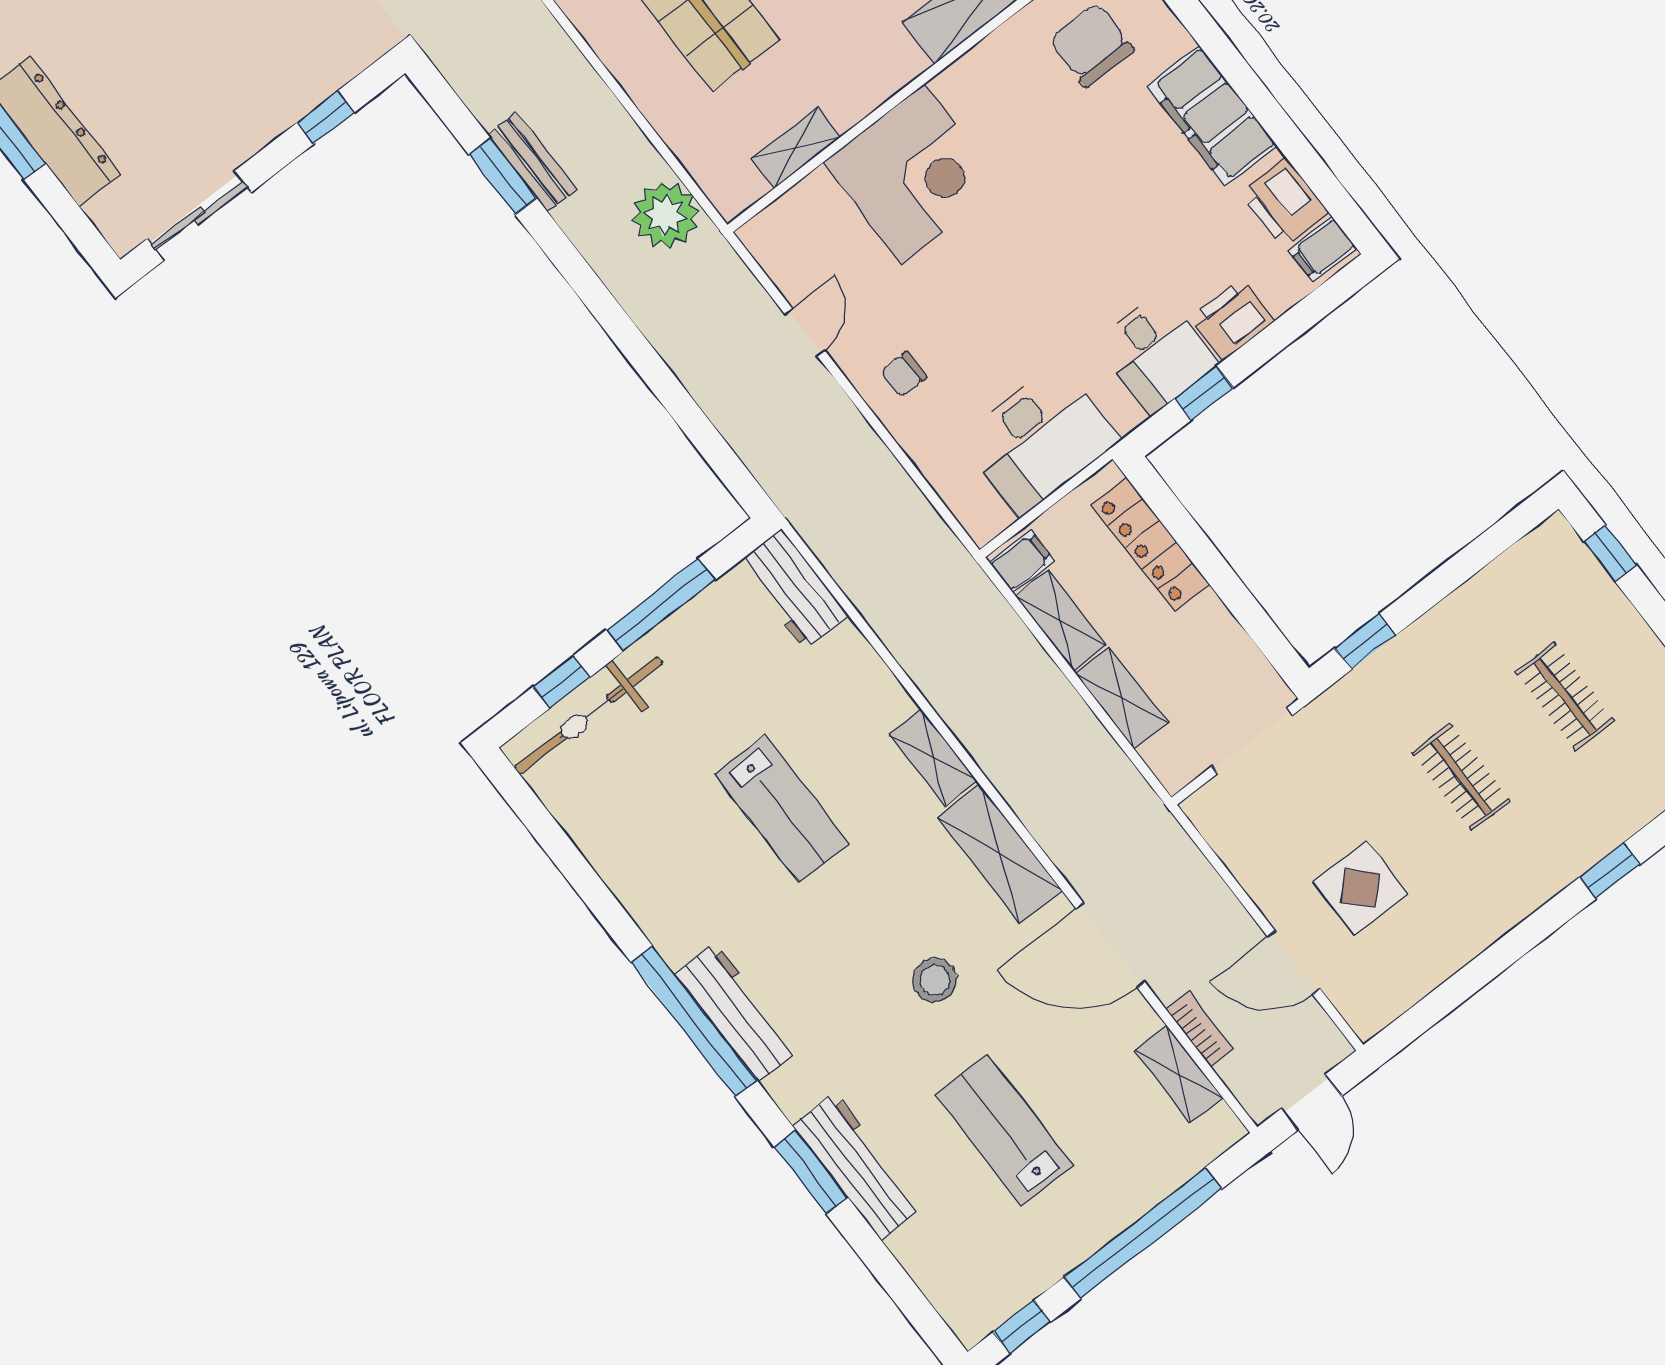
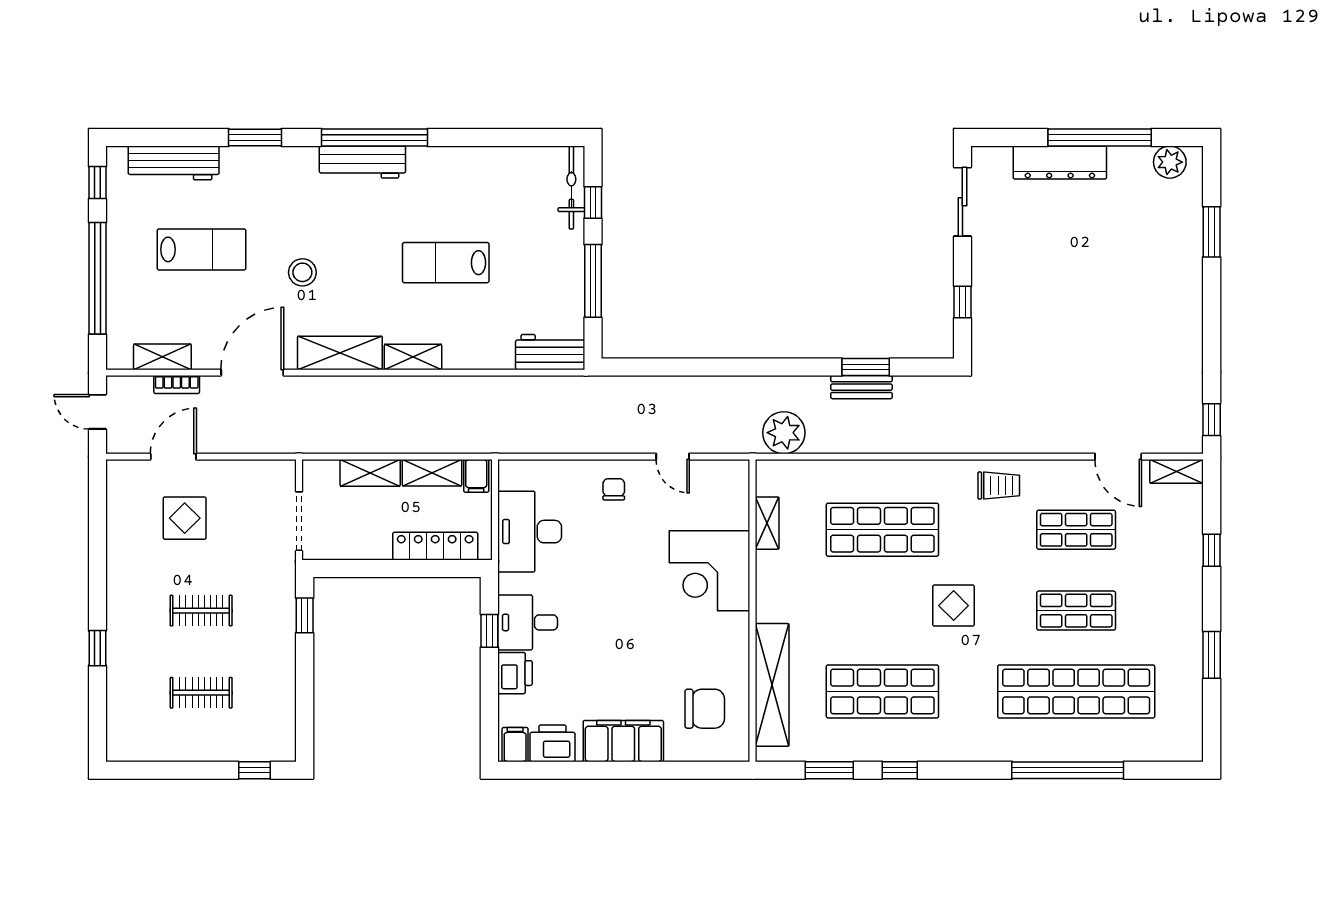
bicycle: (589, 715) -> (571, 188), width x0.73, depth x0.71
workbench: (858, 1166) -> (174, 163), moved

